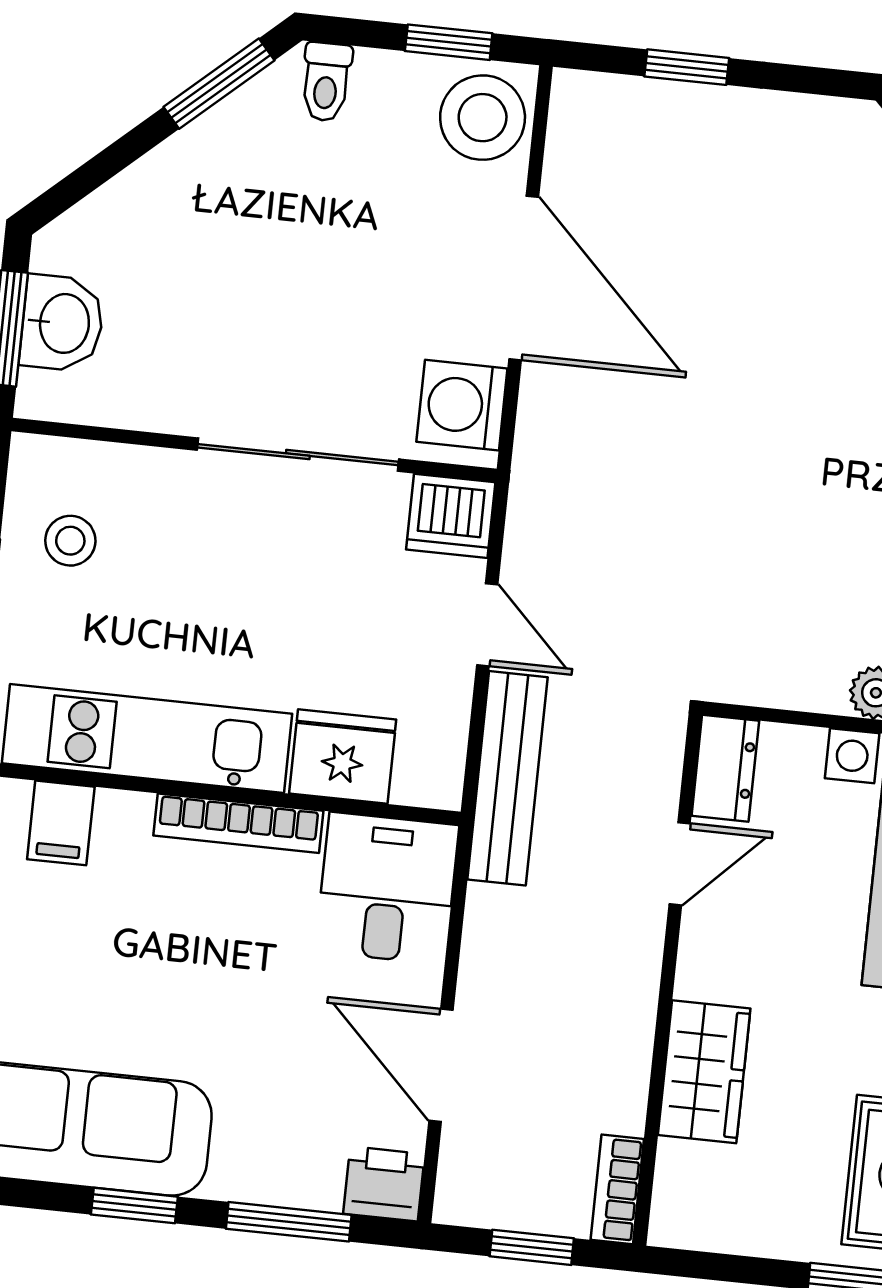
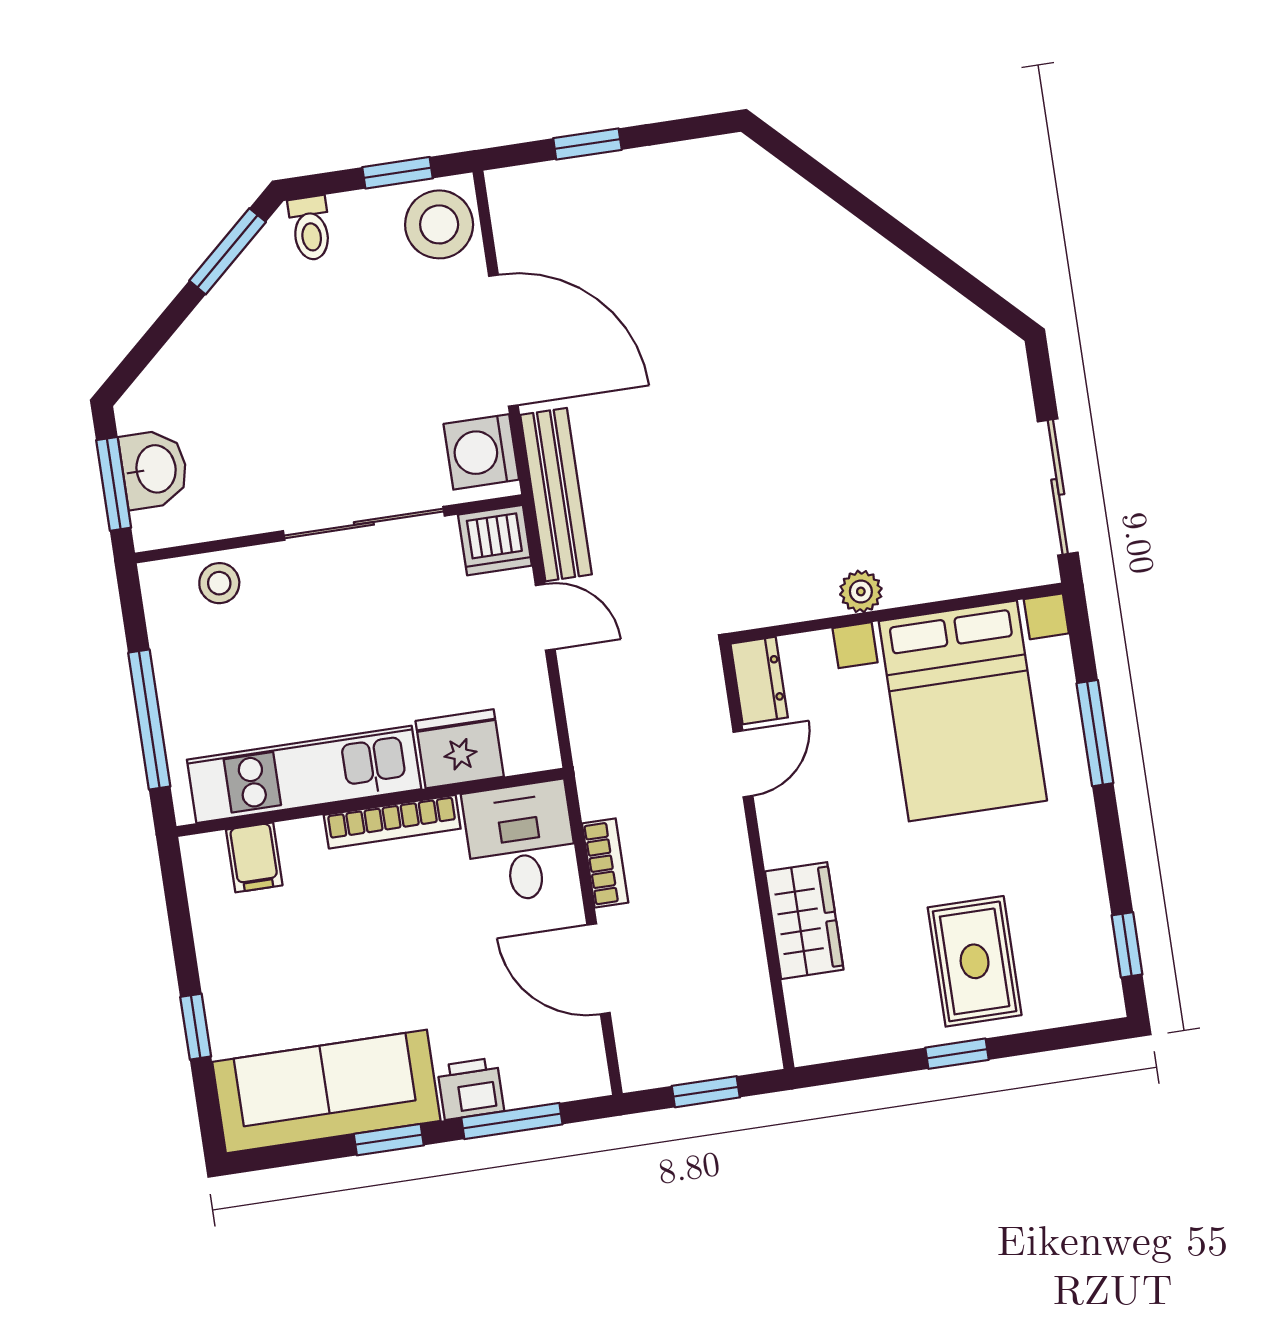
stool: (70, 541) -> (219, 583), moved
bench: (507, 778) -> (556, 495), moved
printer: (384, 1184) -> (471, 1089), moved
bookcase: (617, 1189) -> (605, 863), moved, turned 180

